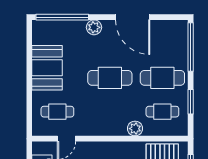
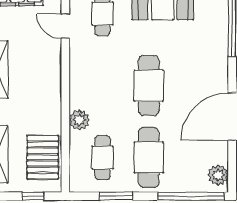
plant: (94, 27) -> (218, 175), moved

